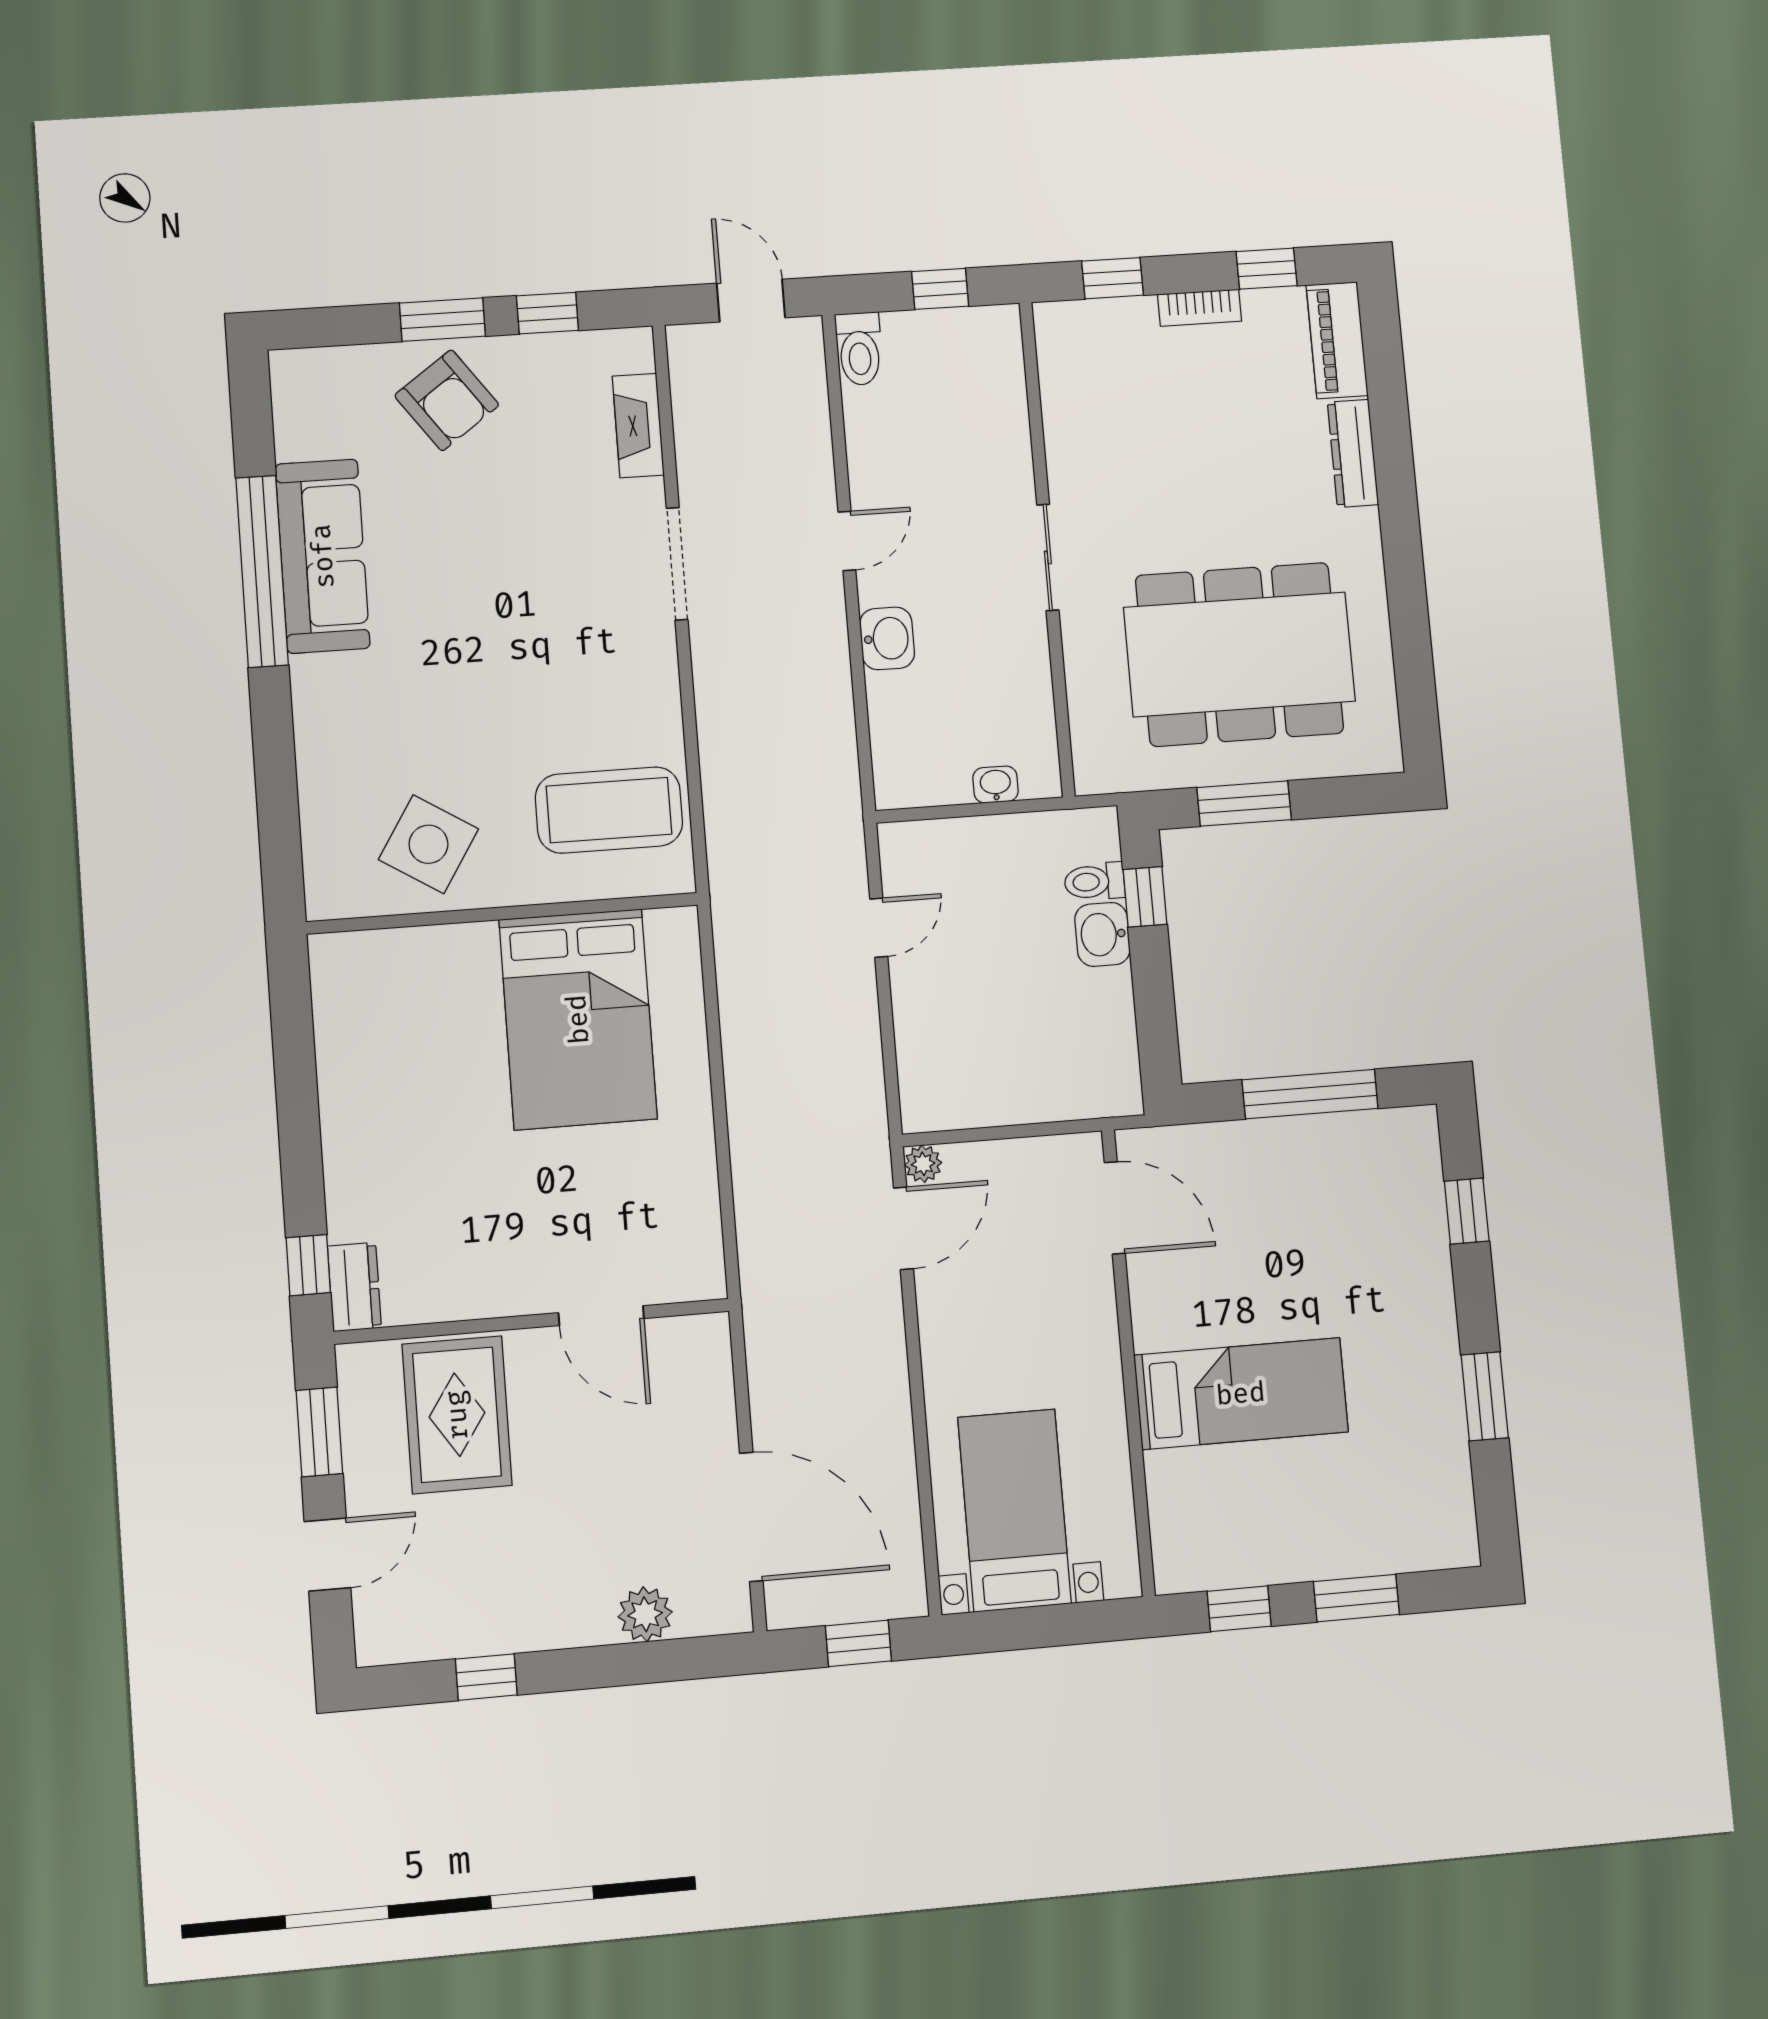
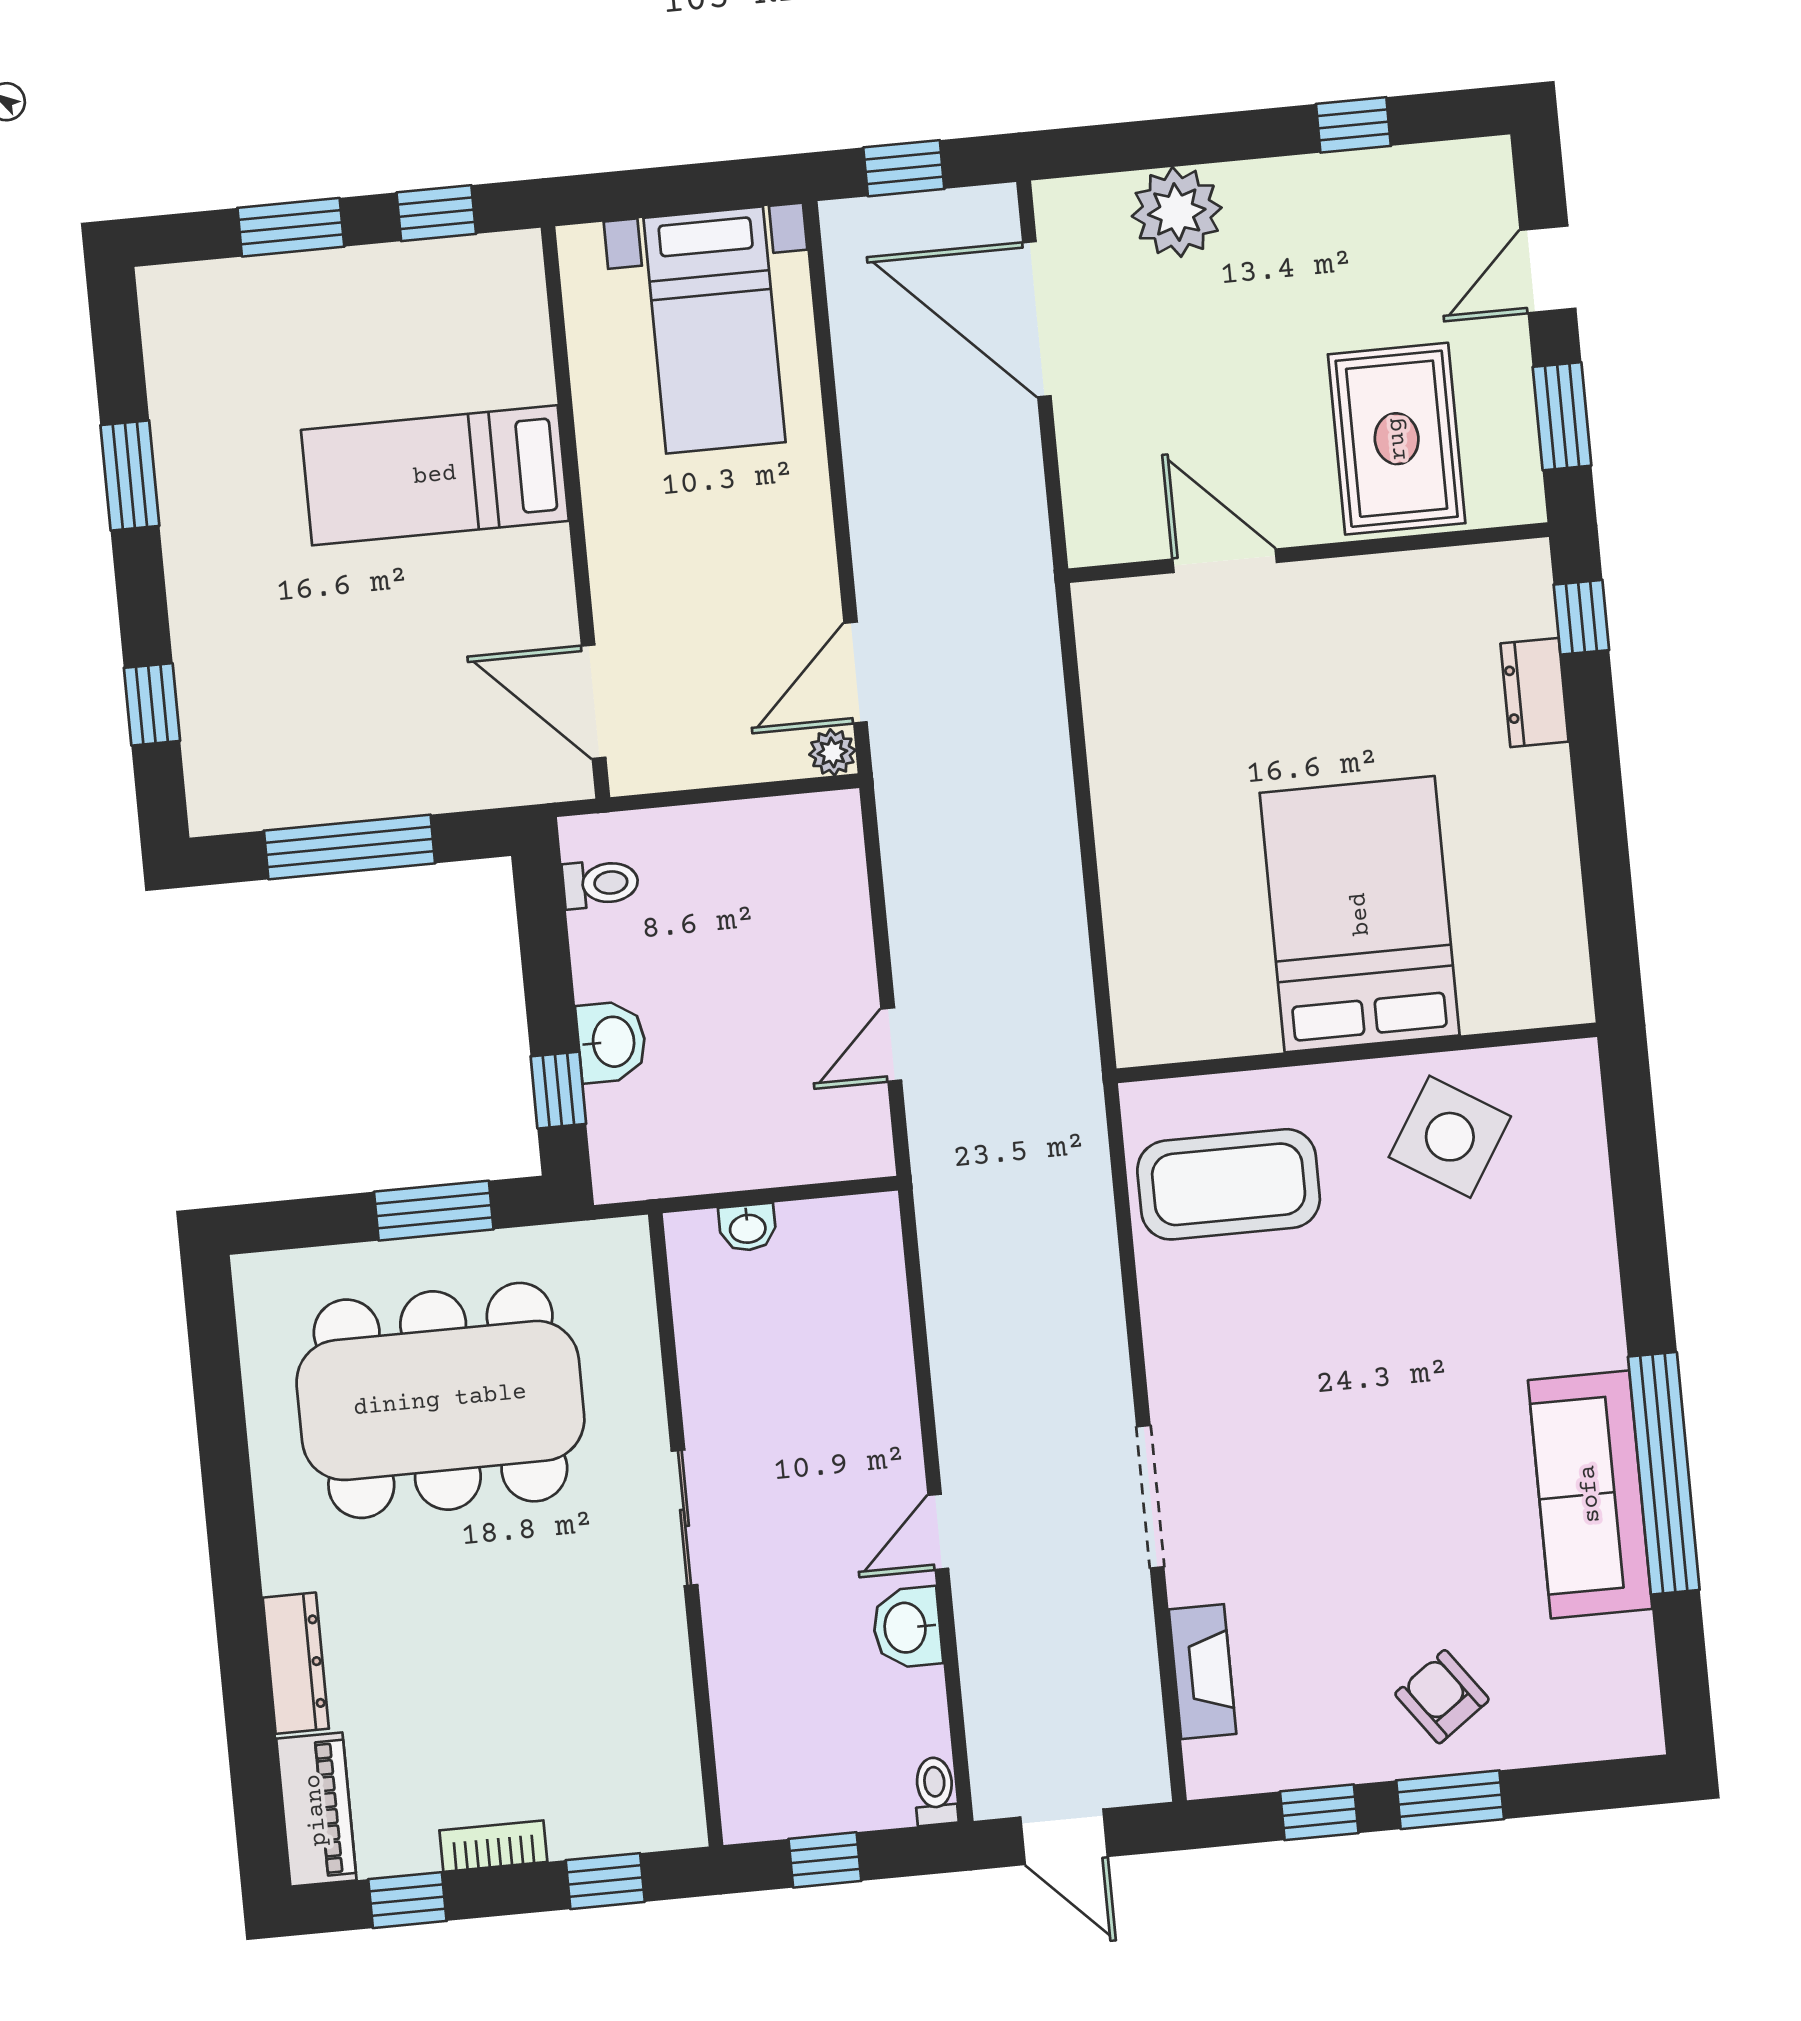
toilet: (859, 349) -> (935, 1791), width x0.73, depth x0.72
armchair: (447, 400) -> (1442, 1697), width x0.72, depth x0.72
washbasin: (887, 638) -> (907, 1628), moved
toilet: (1094, 882) -> (600, 884), moved
bed: (578, 1019) -> (1360, 914), moved
dresser: (354, 1287) -> (1535, 693), moved
plant: (645, 1614) -> (1177, 212), width x1.36, depth x1.36

